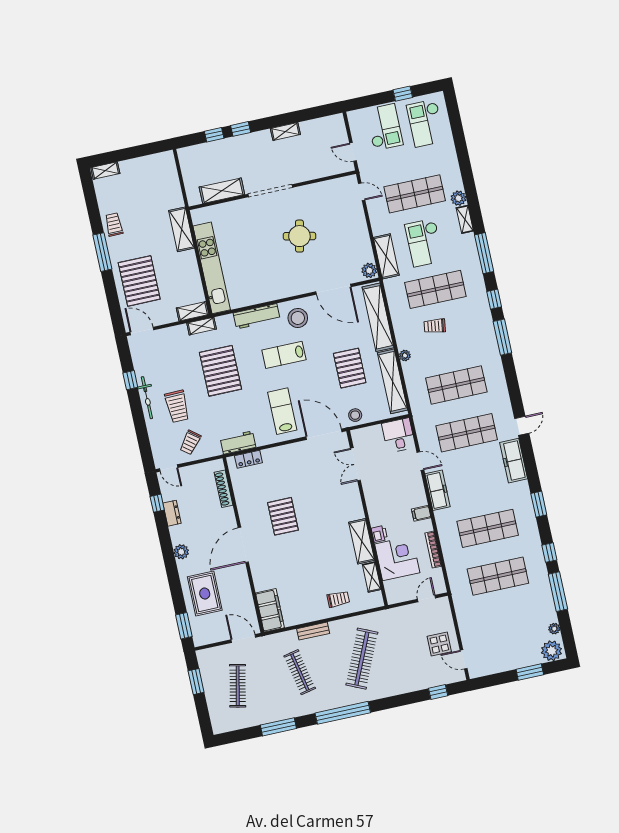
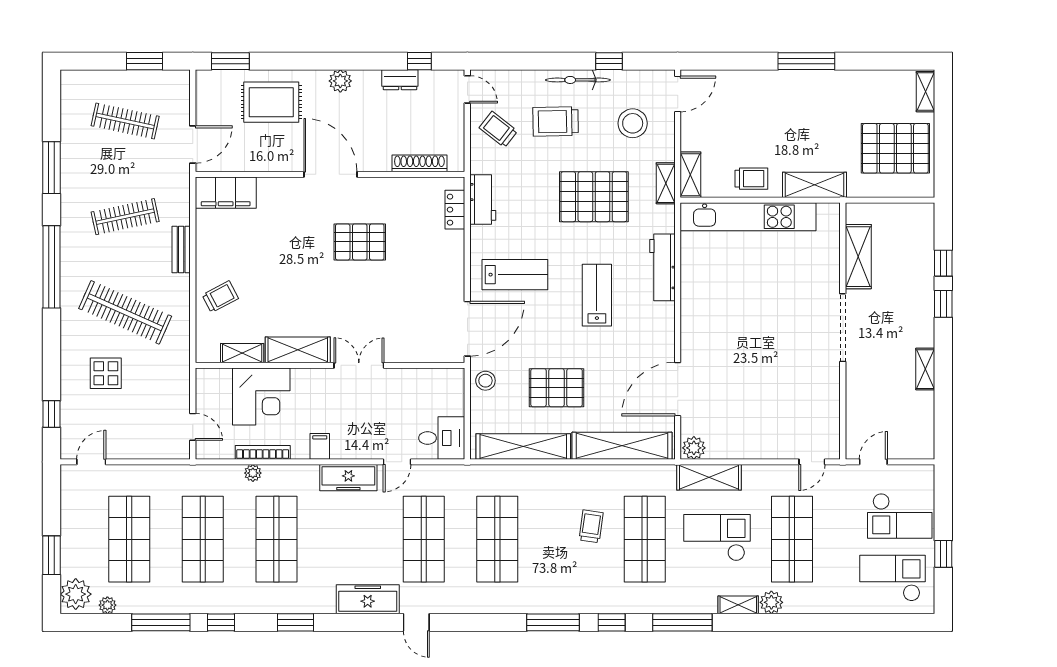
trolley: (114, 224) -> (751, 179), moved
round table: (299, 236) -> (767, 356), removed
pallet: (139, 281) -> (895, 148), moved
stool: (298, 318) -> (633, 123), moved
plant: (405, 356) -> (253, 473), moved
double door: (355, 464) -> (359, 365), moved
door: (169, 468) -> (467, 89), swing flipped
printer: (379, 534) -> (303, 378), removed
trolley: (338, 599) -> (220, 297), turned -118
shop shelf: (508, 624) -> (129, 539), added
display table: (439, 644) -> (106, 373), moved

